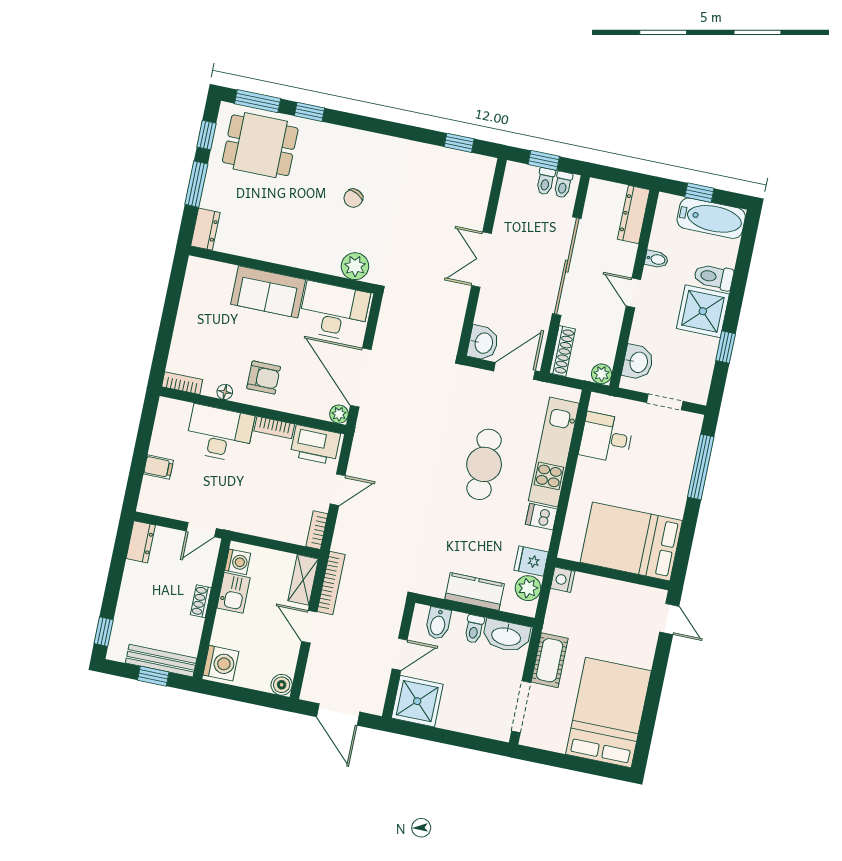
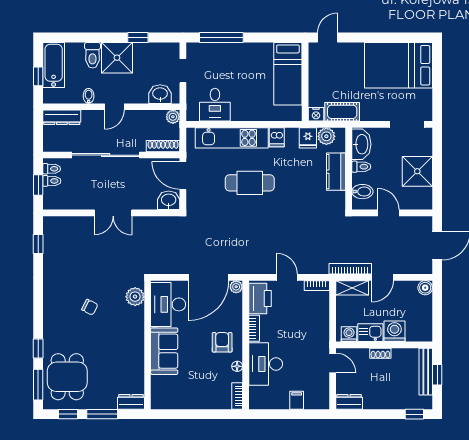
bed: (631, 541) -> (288, 74), width x0.67
cot: (550, 660) -> (342, 112), moved
washing machine: (221, 663) -> (394, 331), moved
shower: (417, 701) -> (417, 171), moved

